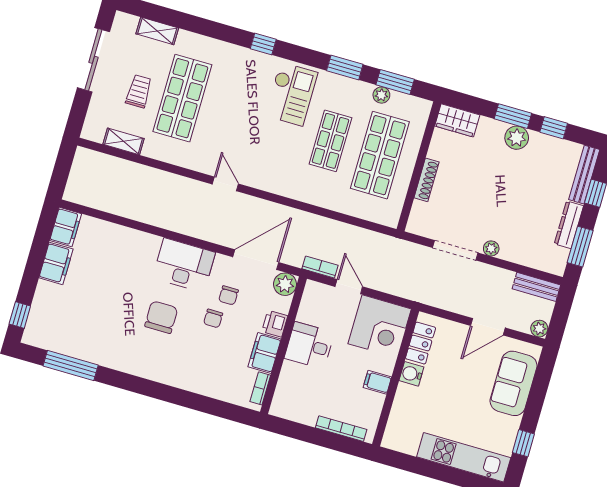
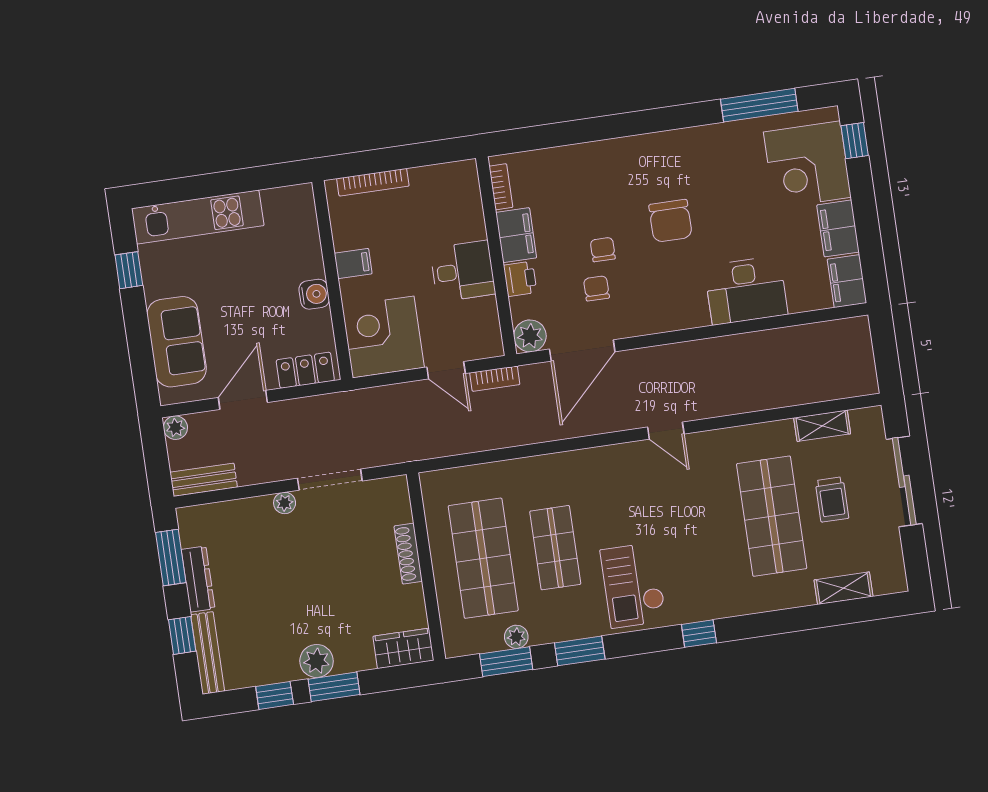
sliding door: (93, 60) -> (904, 481), moved
desk: (184, 265) -> (746, 290), moved
corner desk: (57, 313) -> (807, 165), added
locker: (421, 343) -> (305, 370), moved, turned 90

